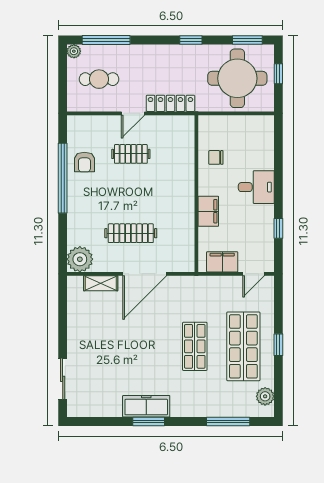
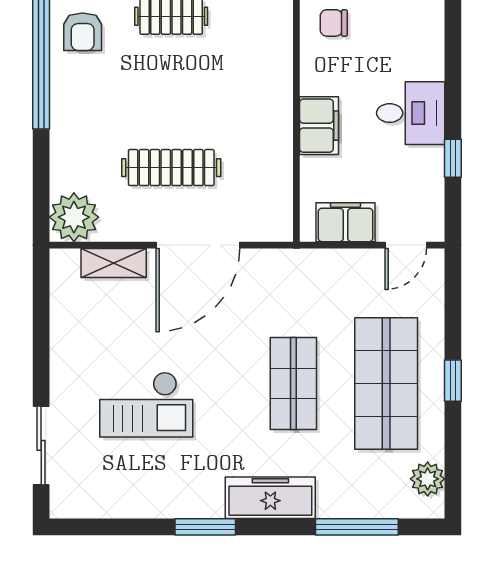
desk: (256, 187) -> (411, 113), moved
checkout: (118, 357) -> (146, 405), added
freezer: (146, 406) -> (270, 498), moved

